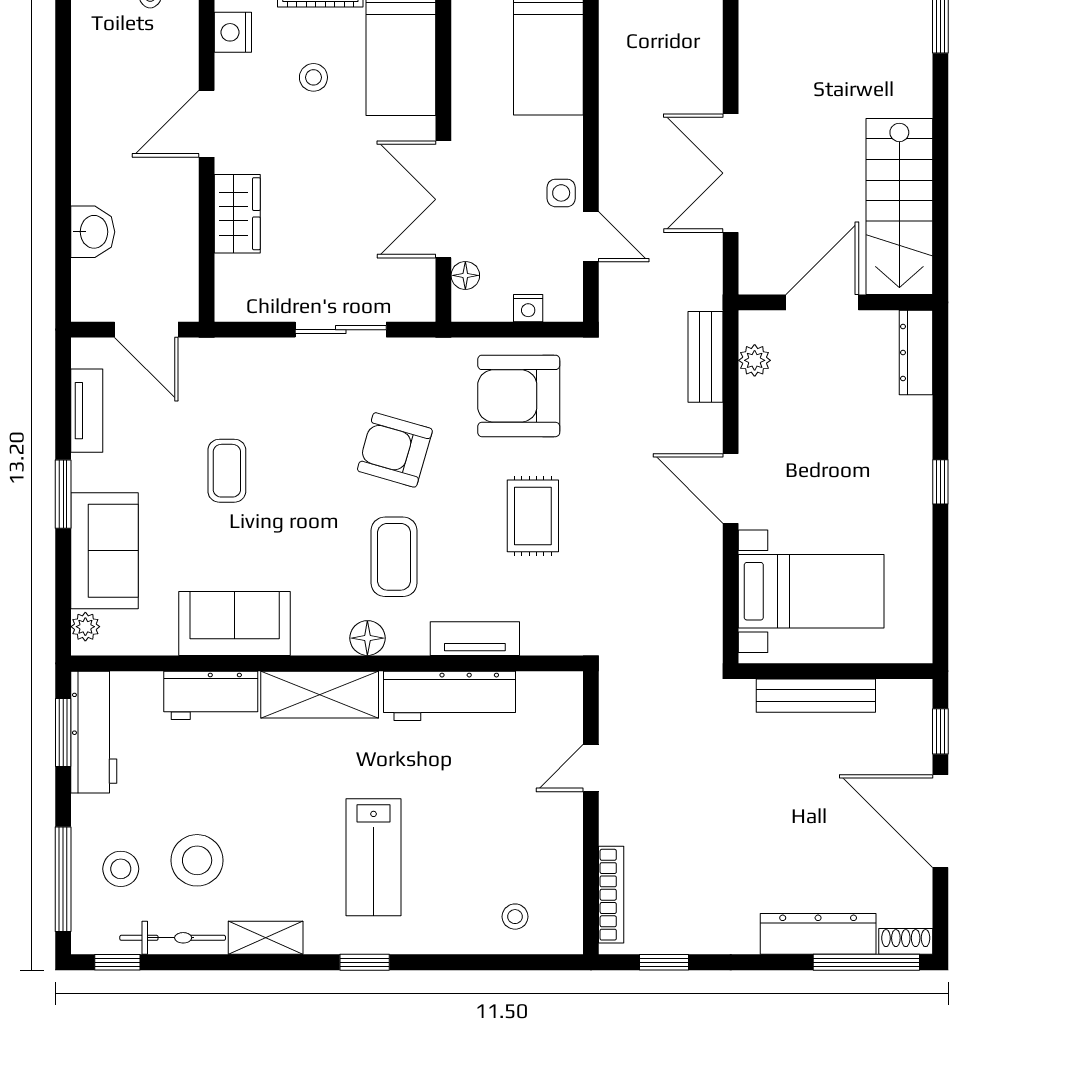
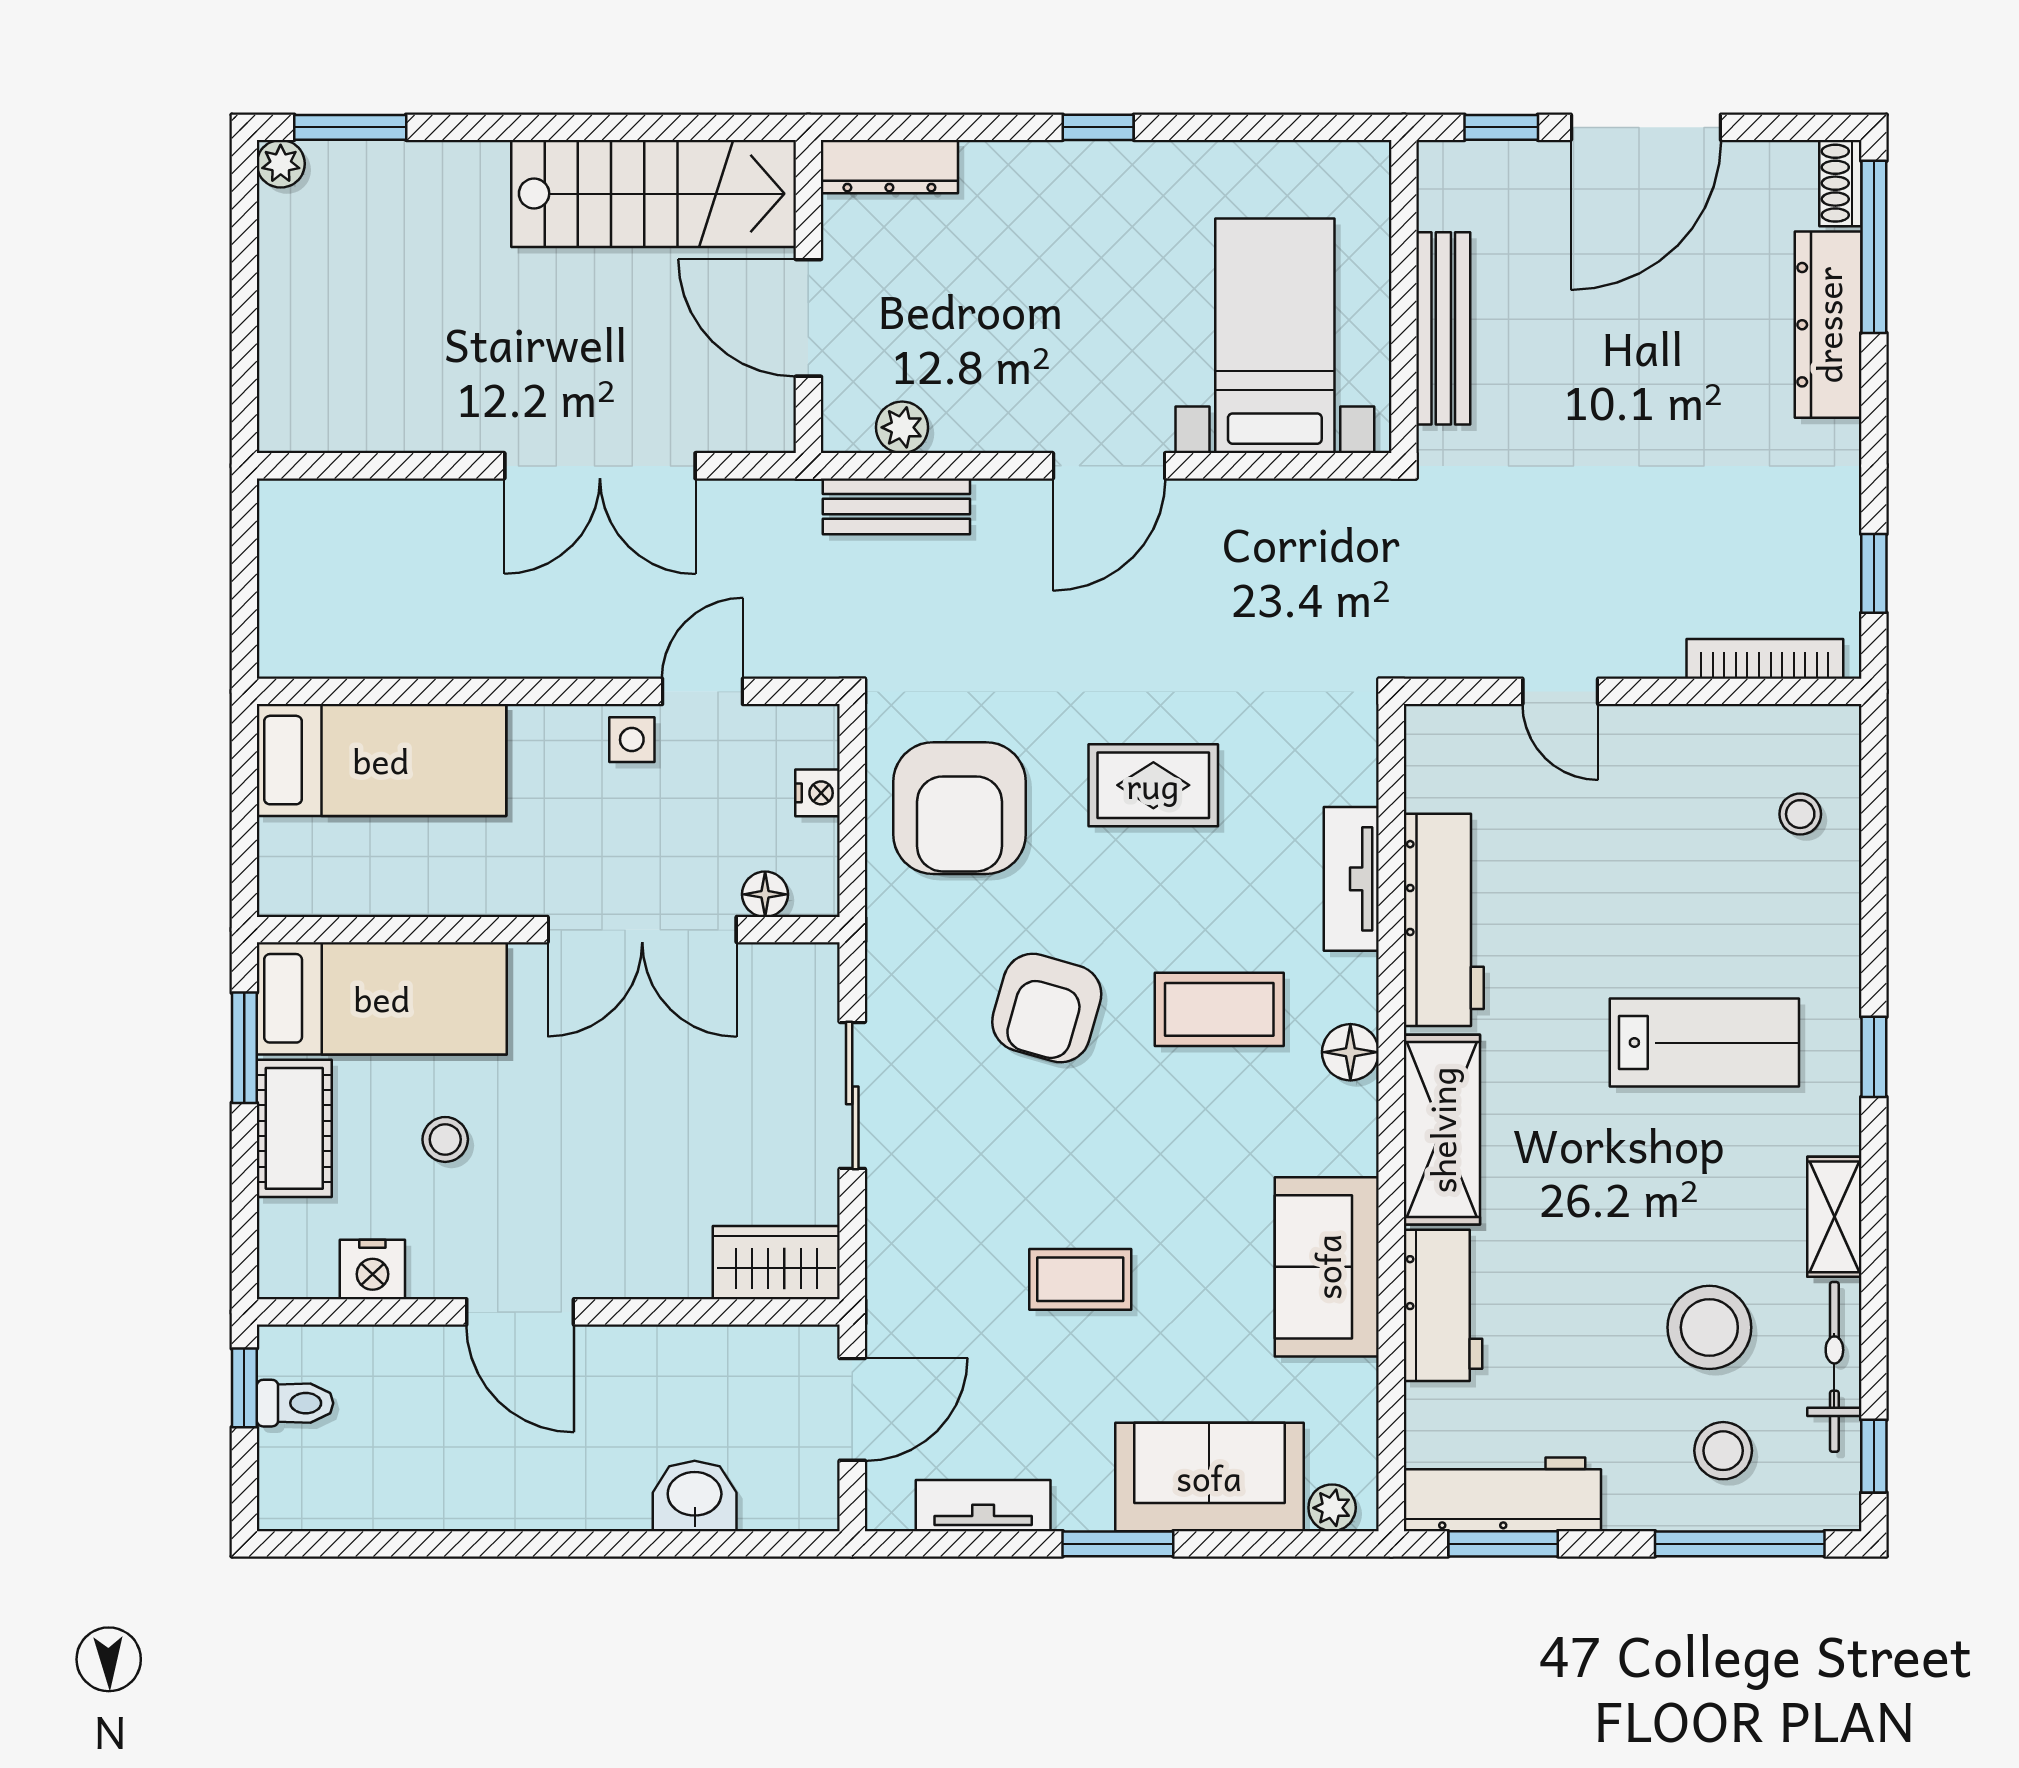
wardrobe: (237, 214) -> (776, 1263), moved

